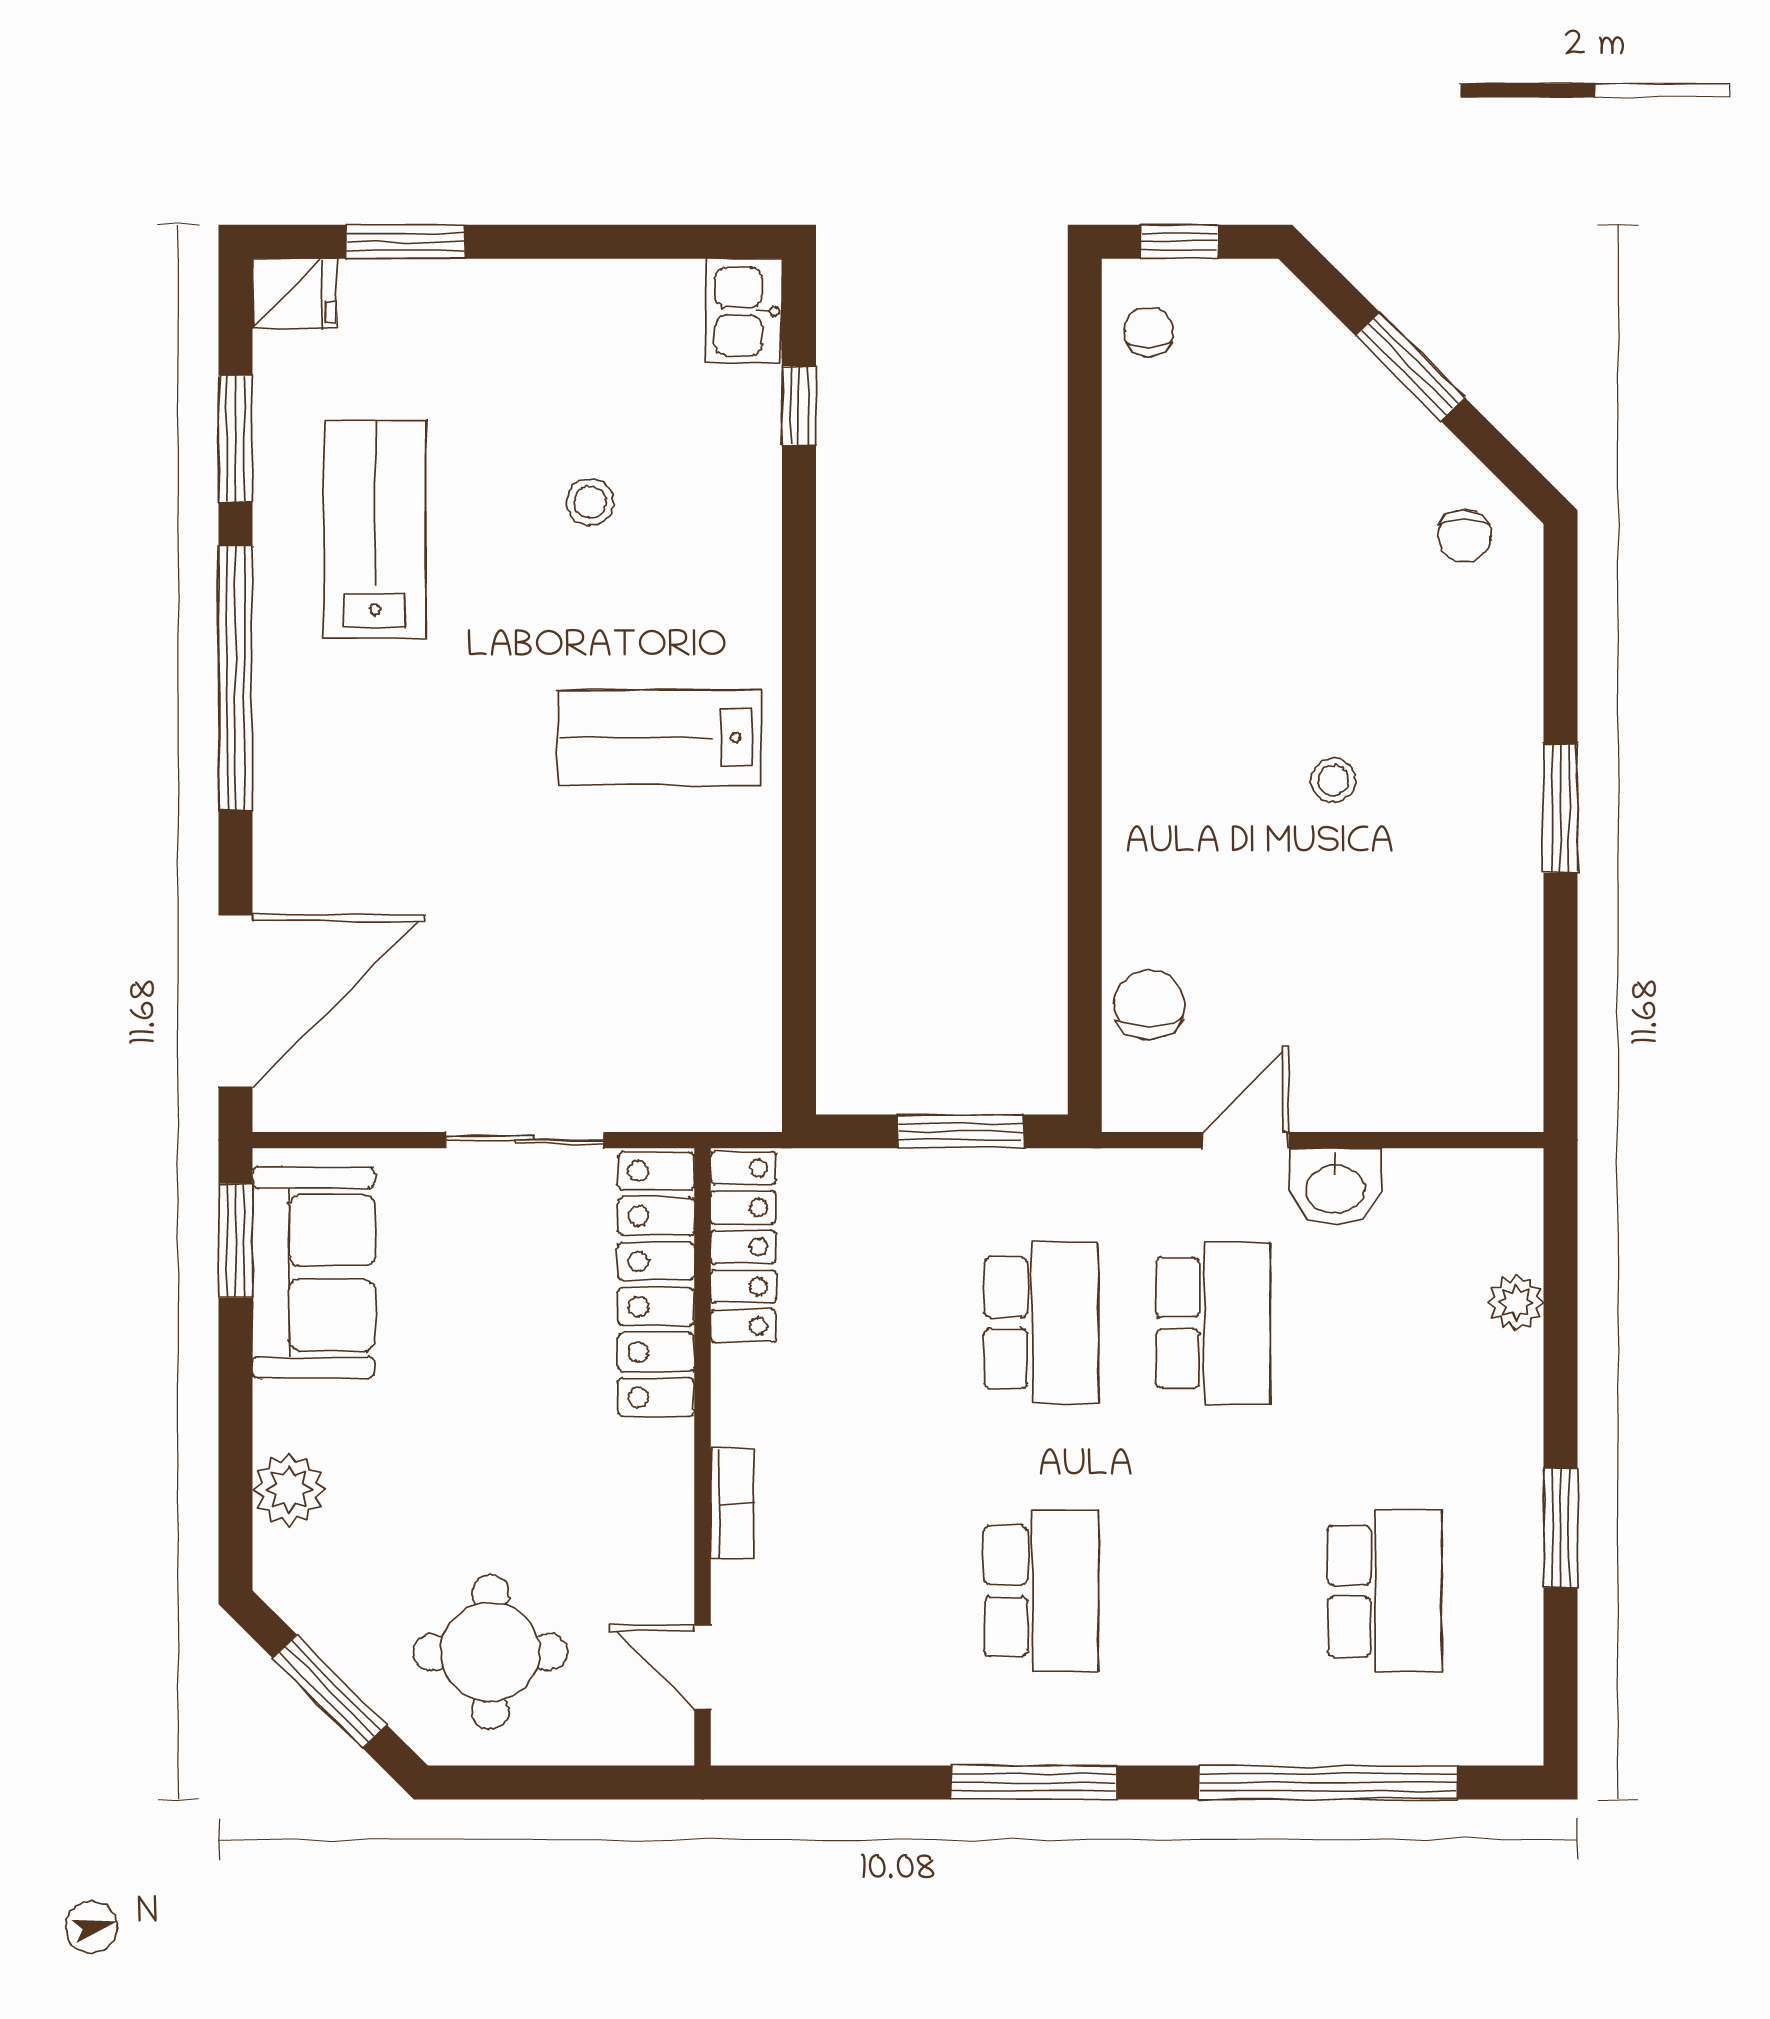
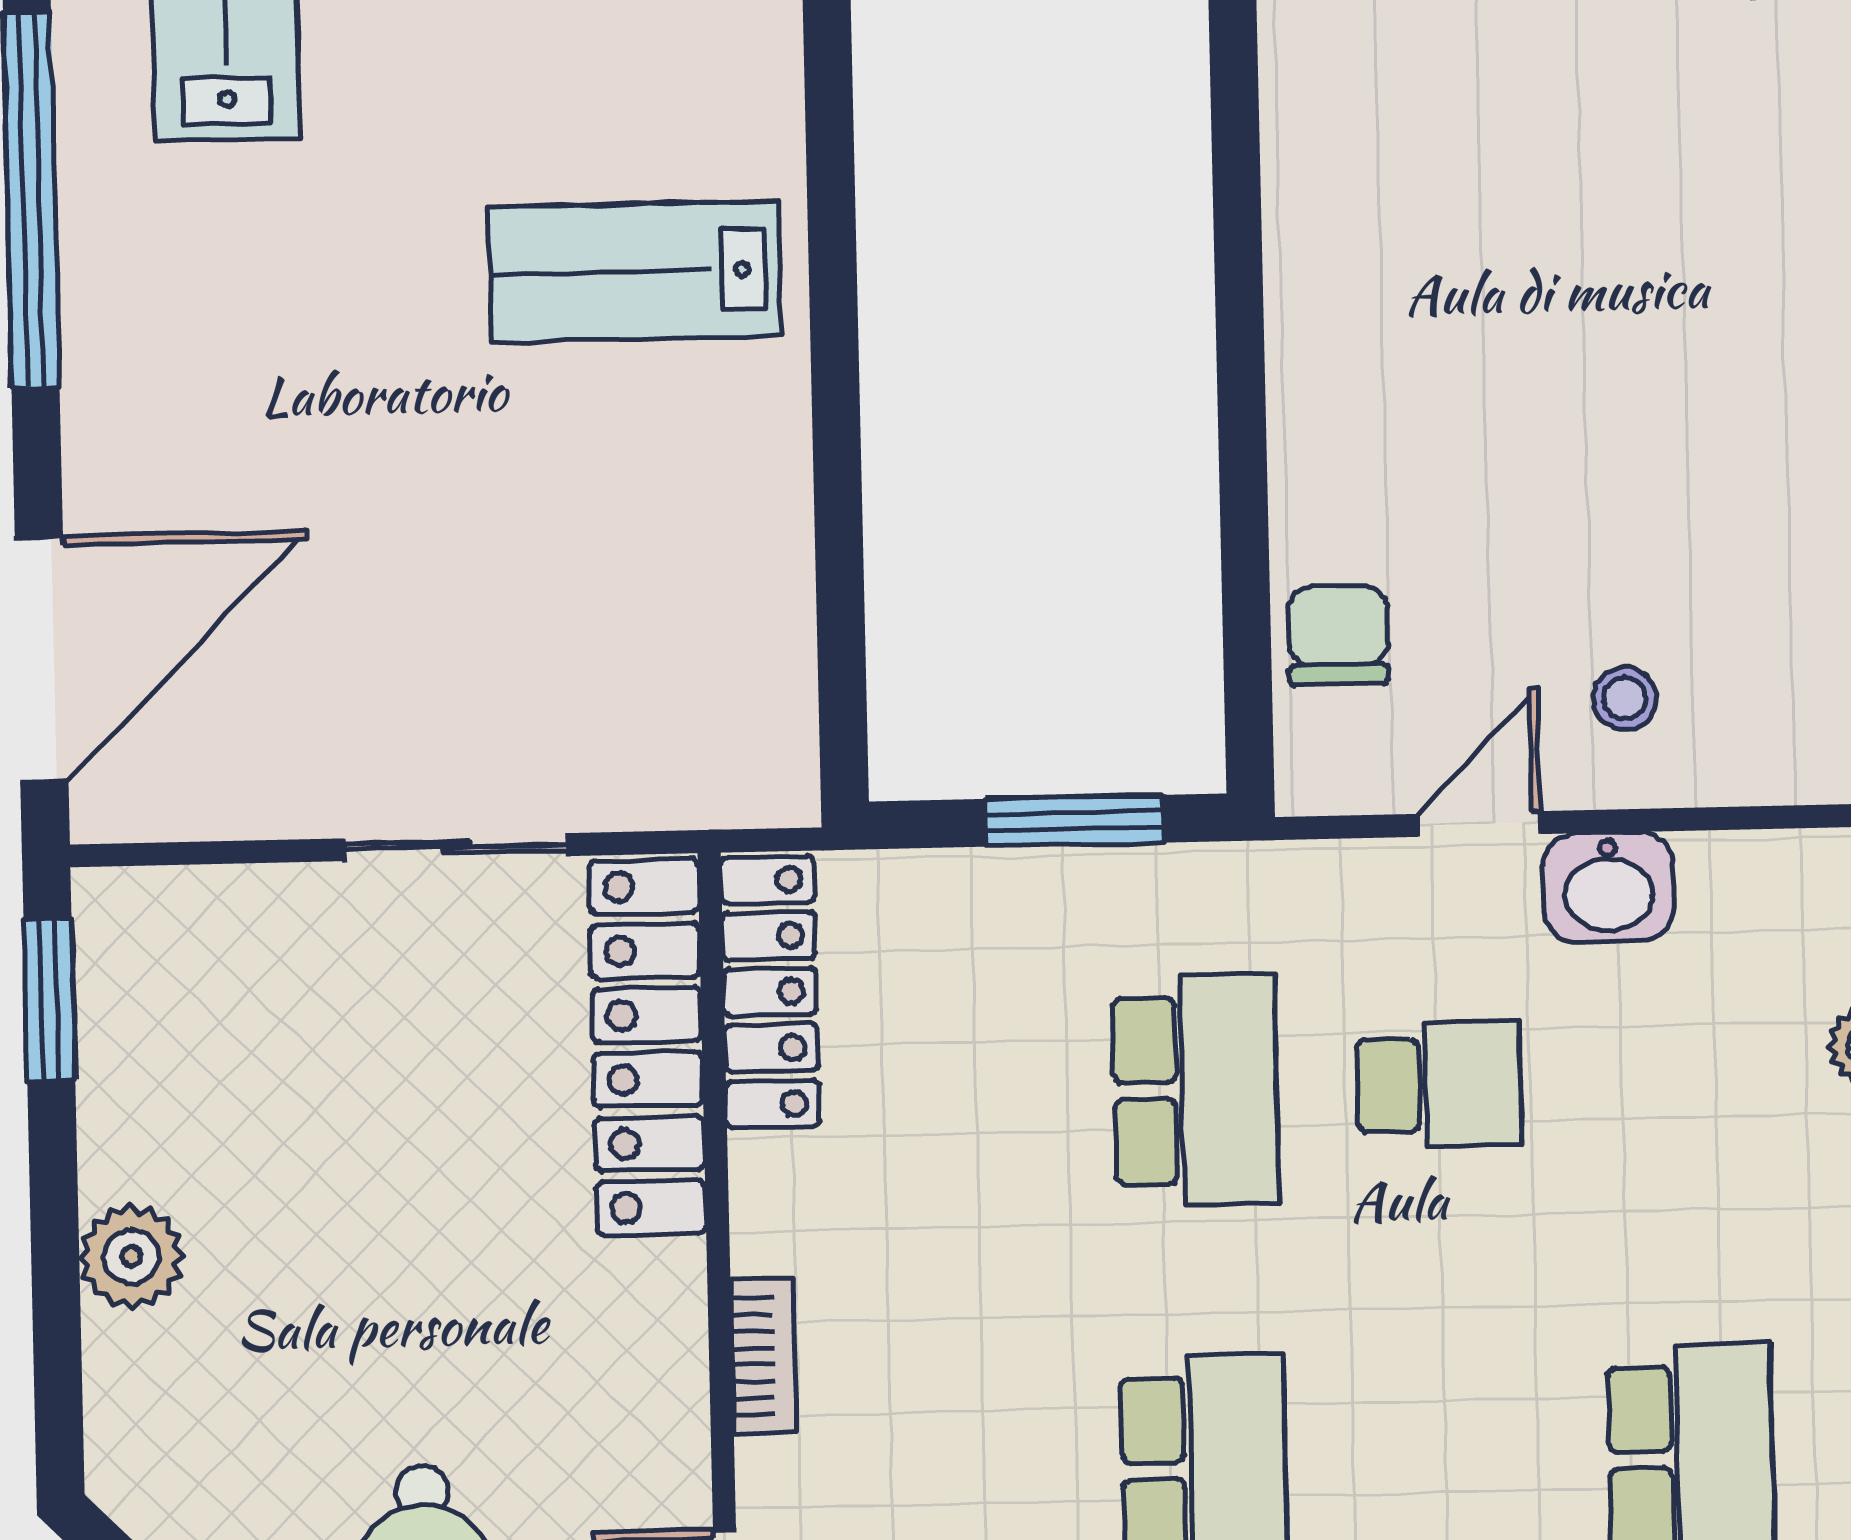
stool: (1333, 780) -> (1625, 698), moved
sofa: (313, 1273) -> (161, 1042), removed
school desk: (1213, 1323) -> (1439, 1084), width x0.54
plant: (289, 1490) -> (131, 1256), moved

